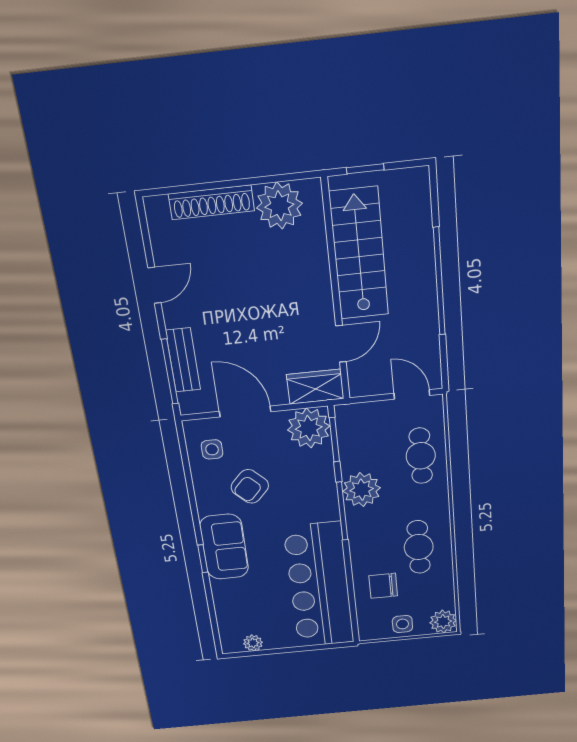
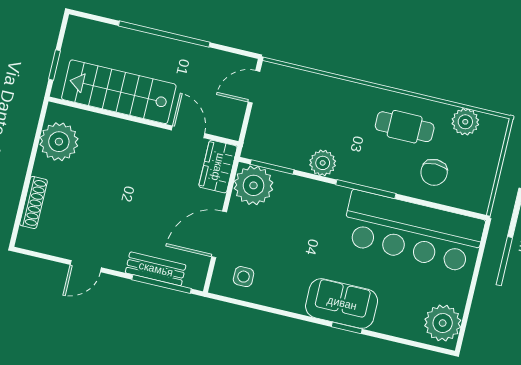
shoe rack: (211, 202) -> (33, 202), width x0.74, depth x0.81
door: (155, 285) -> (86, 266), swing flipped
cafe table: (421, 456) -> (314, 97), removed
armchair: (250, 486) -> (290, 257), removed
plant: (362, 490) -> (323, 163), width x0.73, depth x0.73
window: (342, 511) -> (366, 189), moved
plant: (443, 622) -> (465, 122), moved
side table: (402, 624) -> (482, 168), removed
plant: (253, 643) -> (443, 323), width x1.88, depth x1.88

